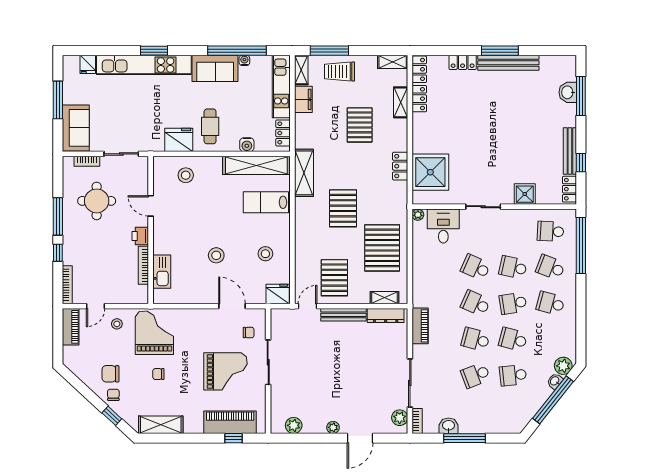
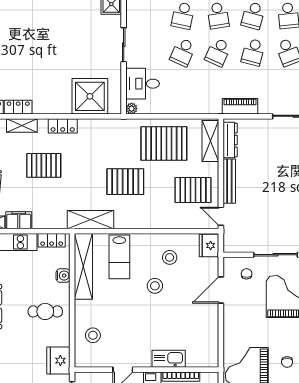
fridge: (179, 140) -> (58, 361), moved
locker: (400, 166) -> (63, 126), moved
stool: (216, 255) -> (155, 286), moved
kitchen sink: (162, 272) -> (169, 359), moved
shelving: (385, 298) -> (210, 141), width x1.50, depth x1.33

